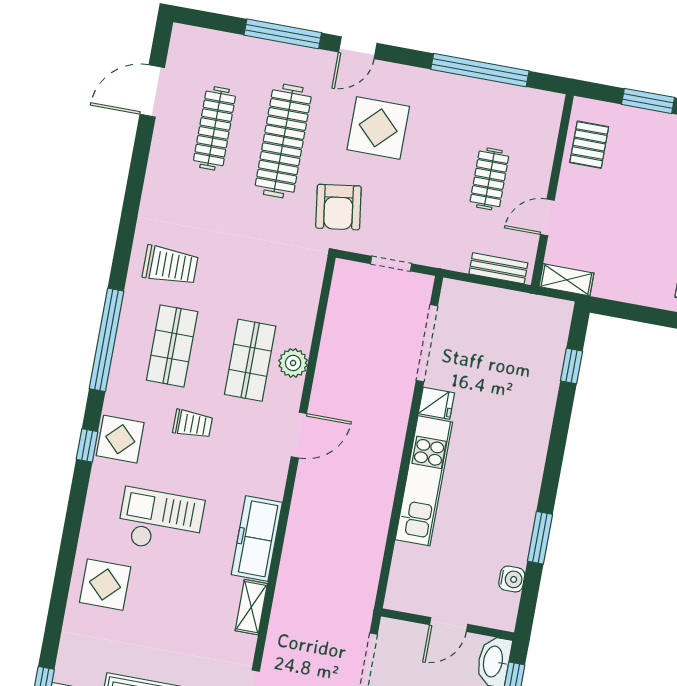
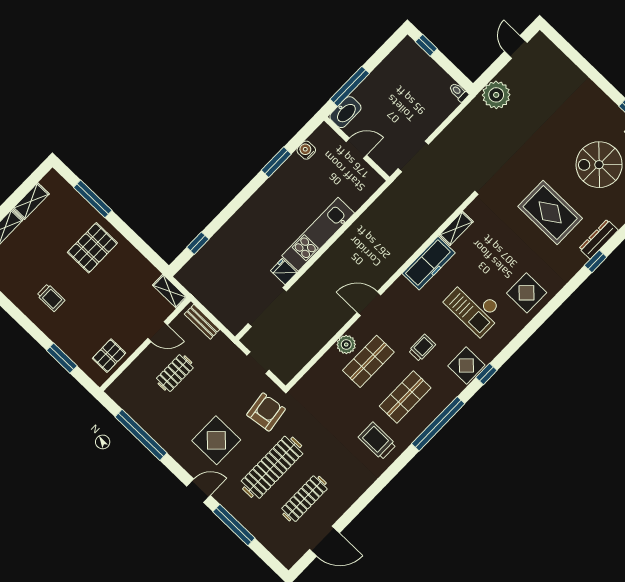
trolley: (193, 424) -> (422, 348), turned 90

